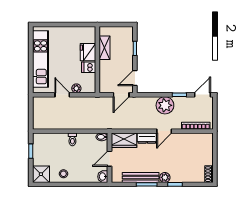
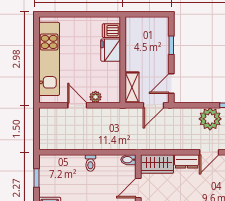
shelving: (105, 48) -> (132, 87), moved
dishwasher: (89, 67) -> (111, 31), moved

